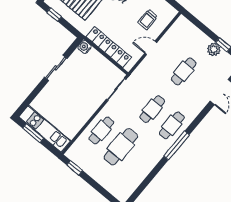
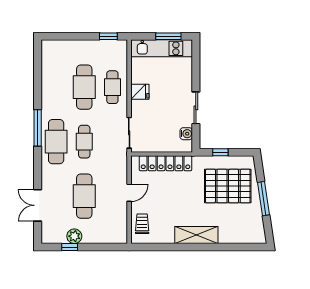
window: (54, 14) -> (220, 152), moved
trolley: (148, 19) -> (142, 224), moved
water cooler: (85, 47) -> (186, 134), moved
cafe table: (184, 71) -> (84, 196), width x1.37, depth x1.35
fridge: (85, 111) -> (140, 92), added
cafe table: (172, 125) -> (56, 142), width x1.37, depth x1.35

